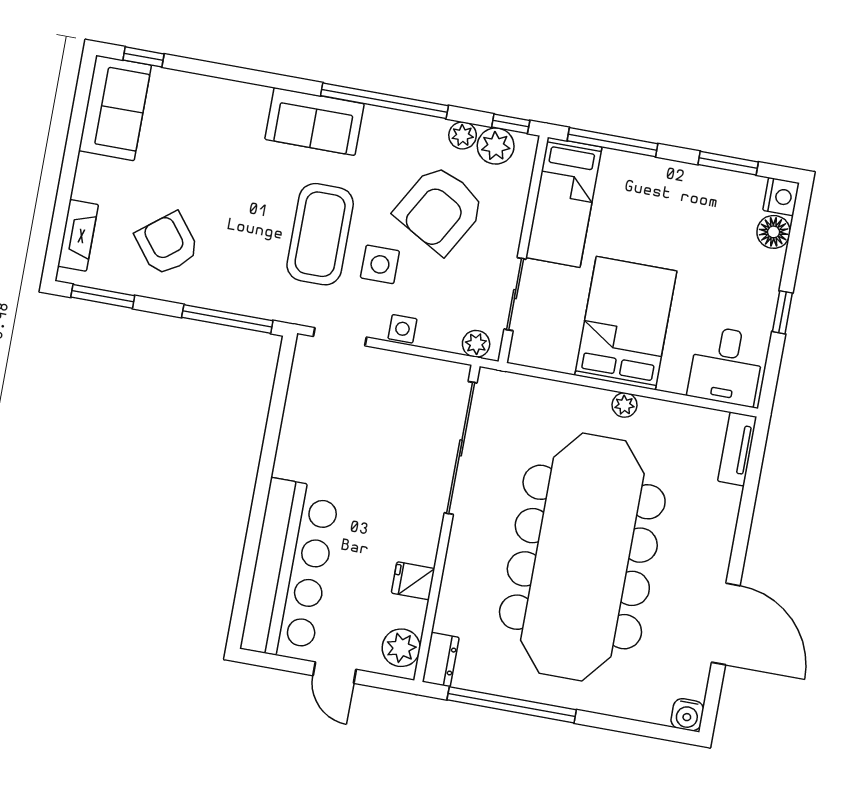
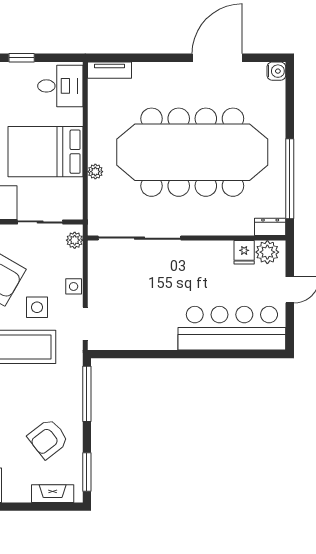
plant: (624, 405) -> (95, 172), moved
fridge: (413, 581) -> (244, 252), moved

